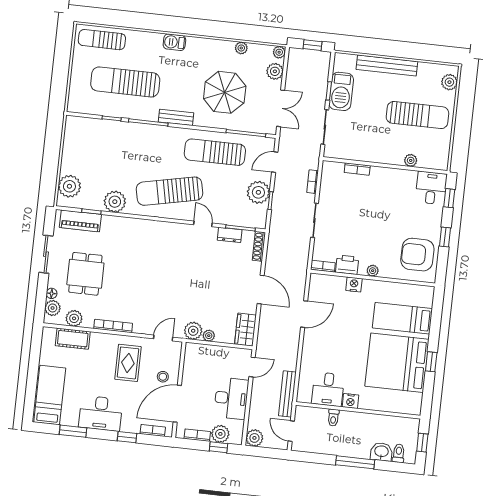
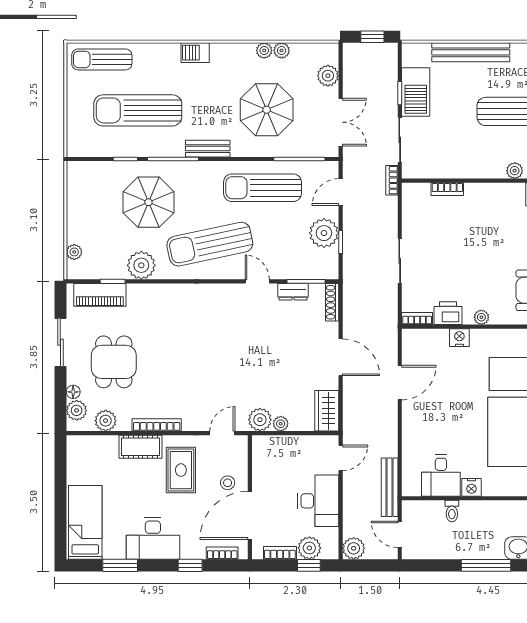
plant: (279, 52) -> (264, 51), moved
parasol: (126, 154) -> (148, 202), added
bookcase: (313, 182) -> (392, 180), moved
plant: (69, 186) -> (74, 252), width x0.53, depth x0.53
cot: (73, 339) -> (140, 447), moved

